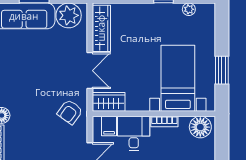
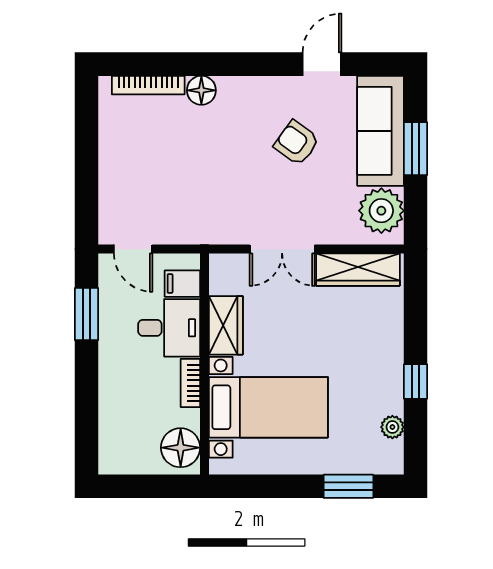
window: (222, 70) -> (348, 486), moved
wardrobe: (109, 102) -> (226, 325), moved
armchair: (70, 112) -> (297, 143), moved

